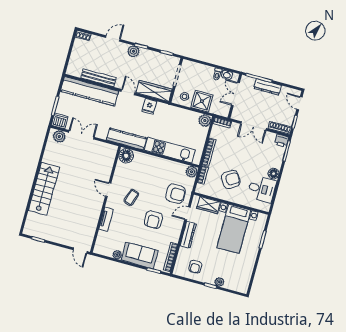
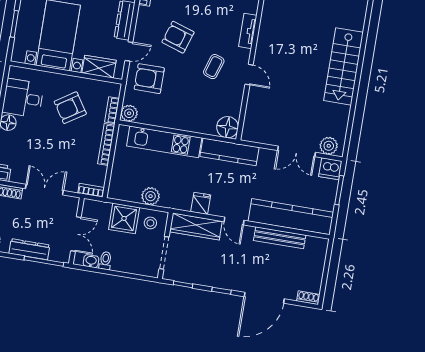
door: (113, 38) -> (264, 298), width x1.87
plant: (133, 51) -> (232, 282), removed
plant: (205, 120) -> (151, 196), moved
armchair: (153, 220) -> (178, 37), turned -72

